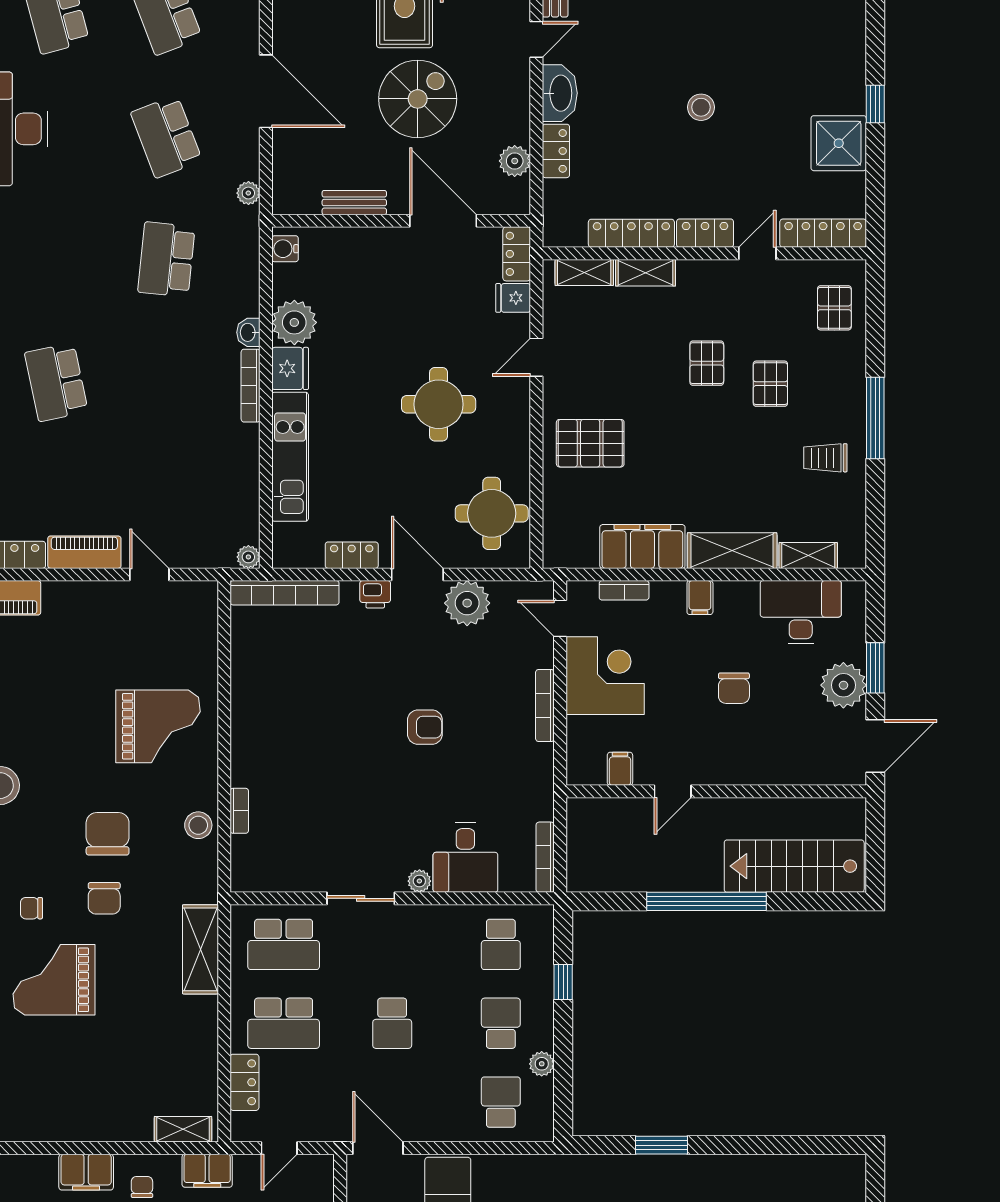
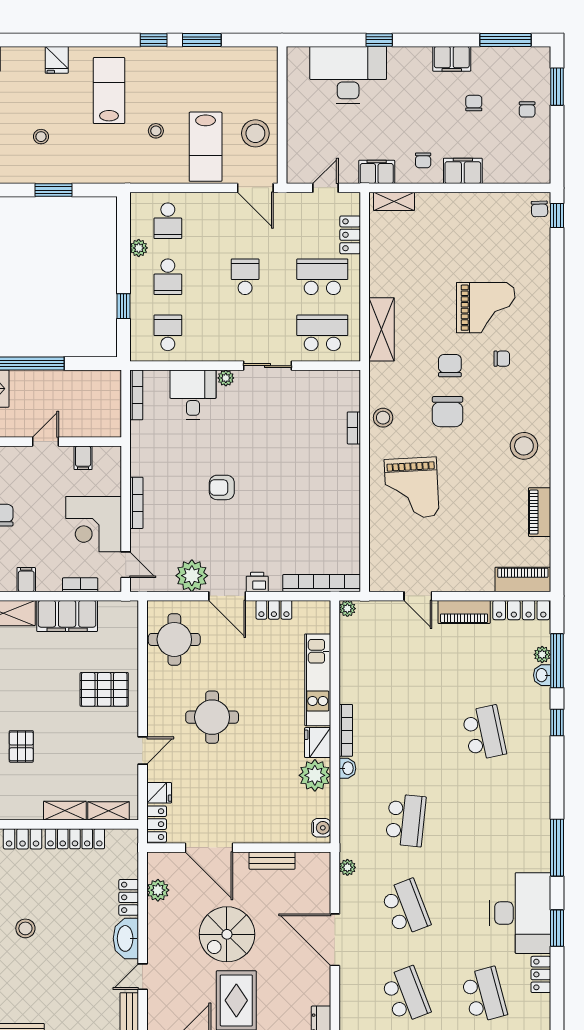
grand piano: (158, 726) -> (412, 488), turned -93

